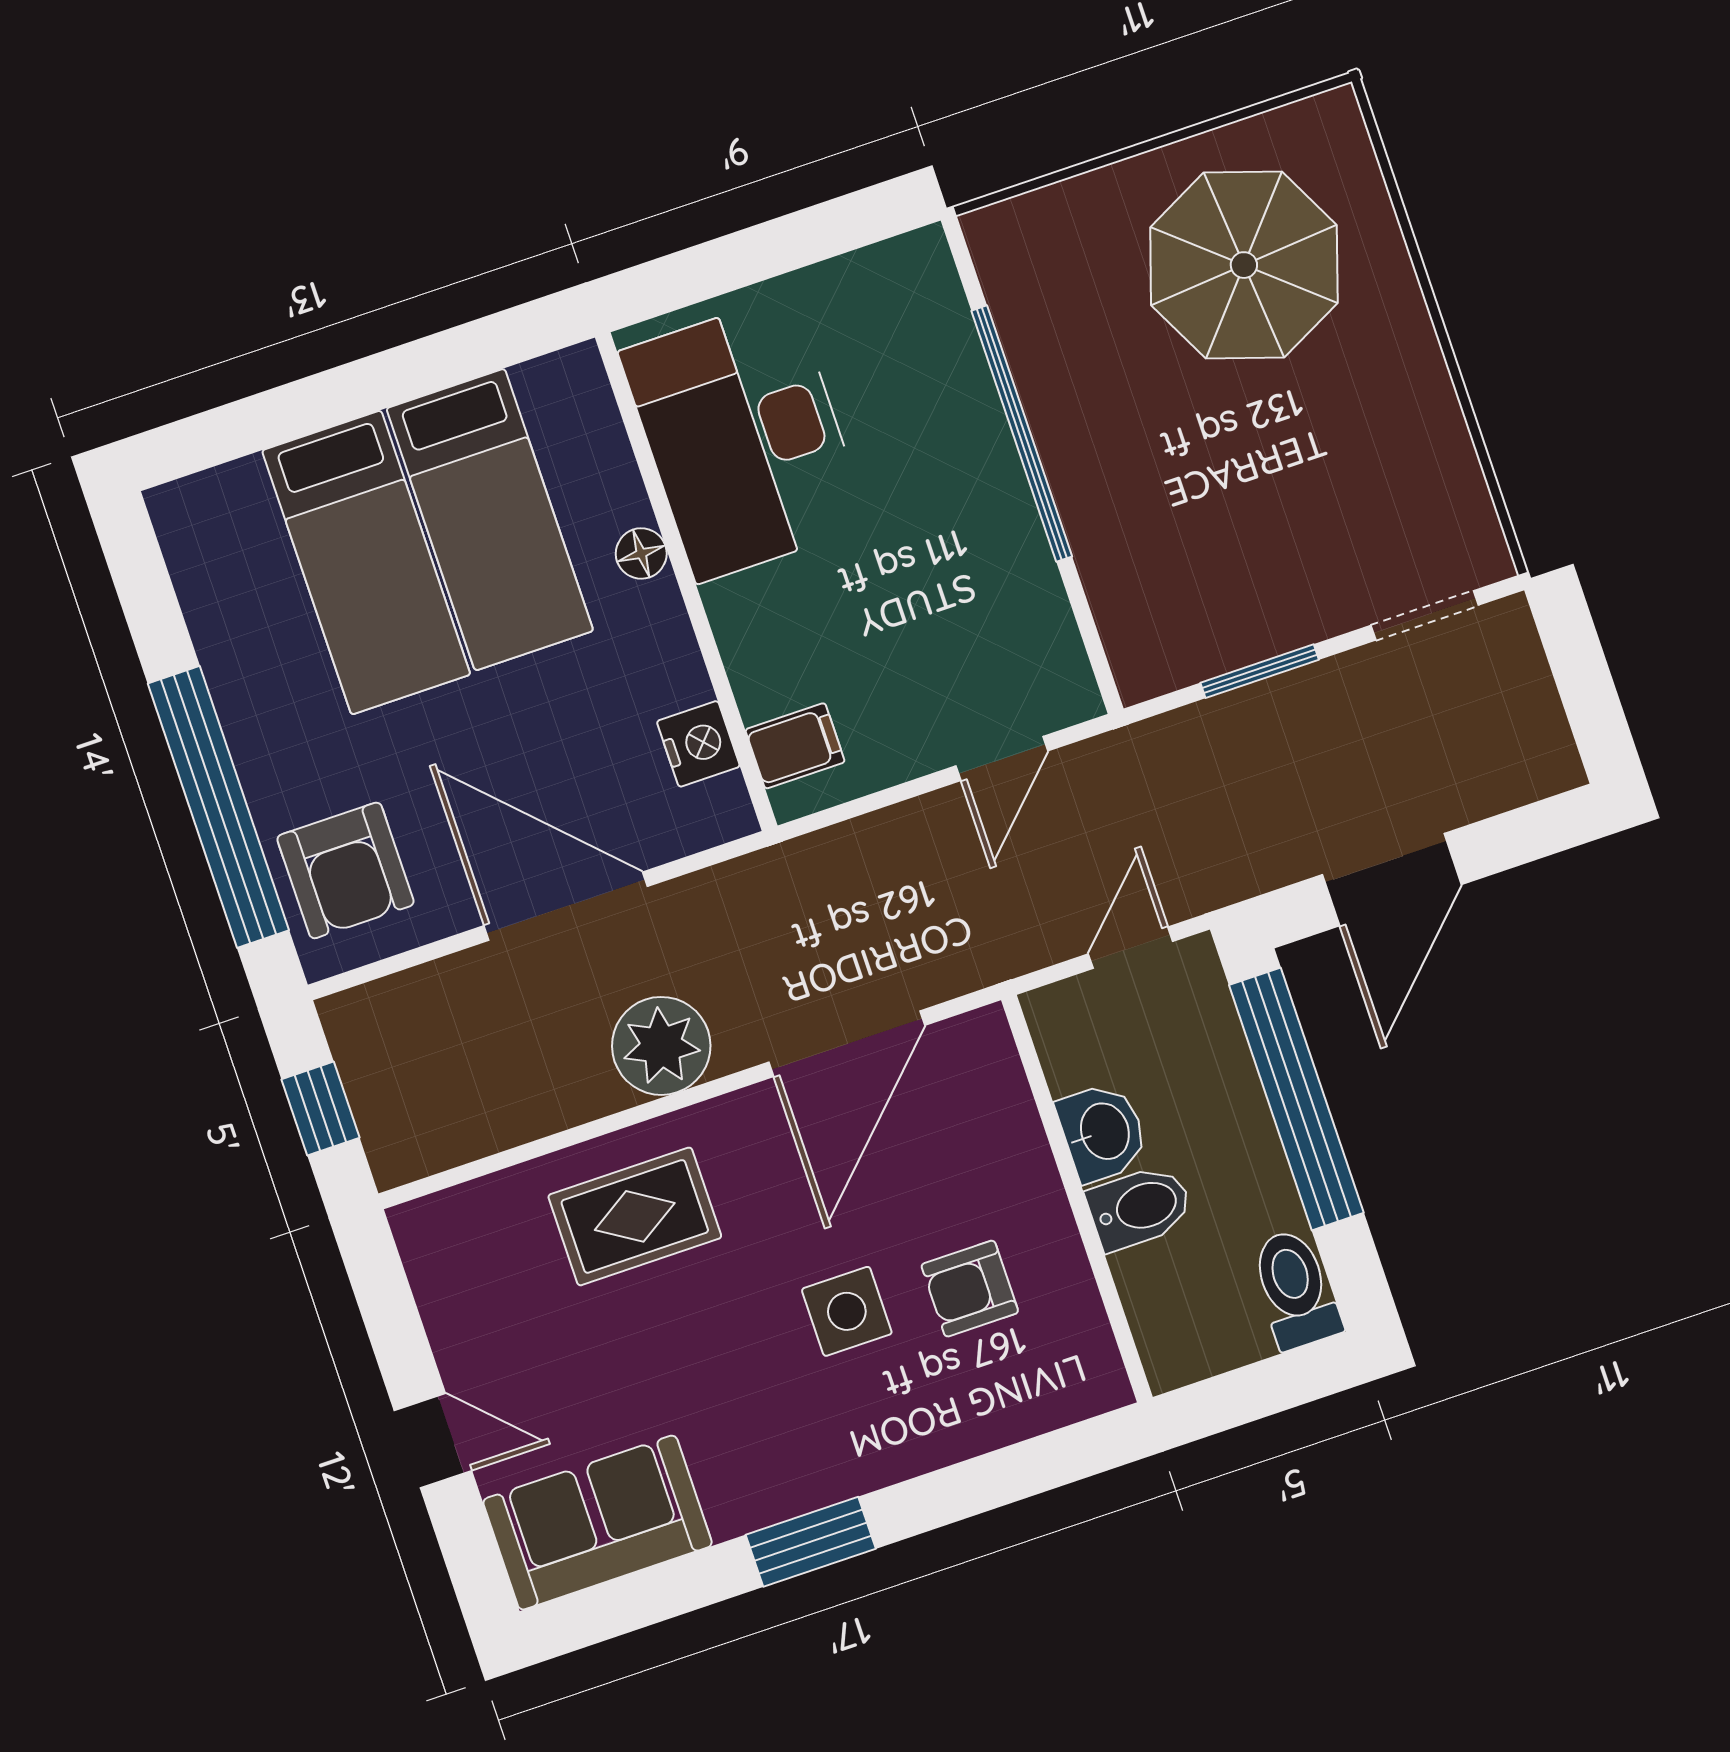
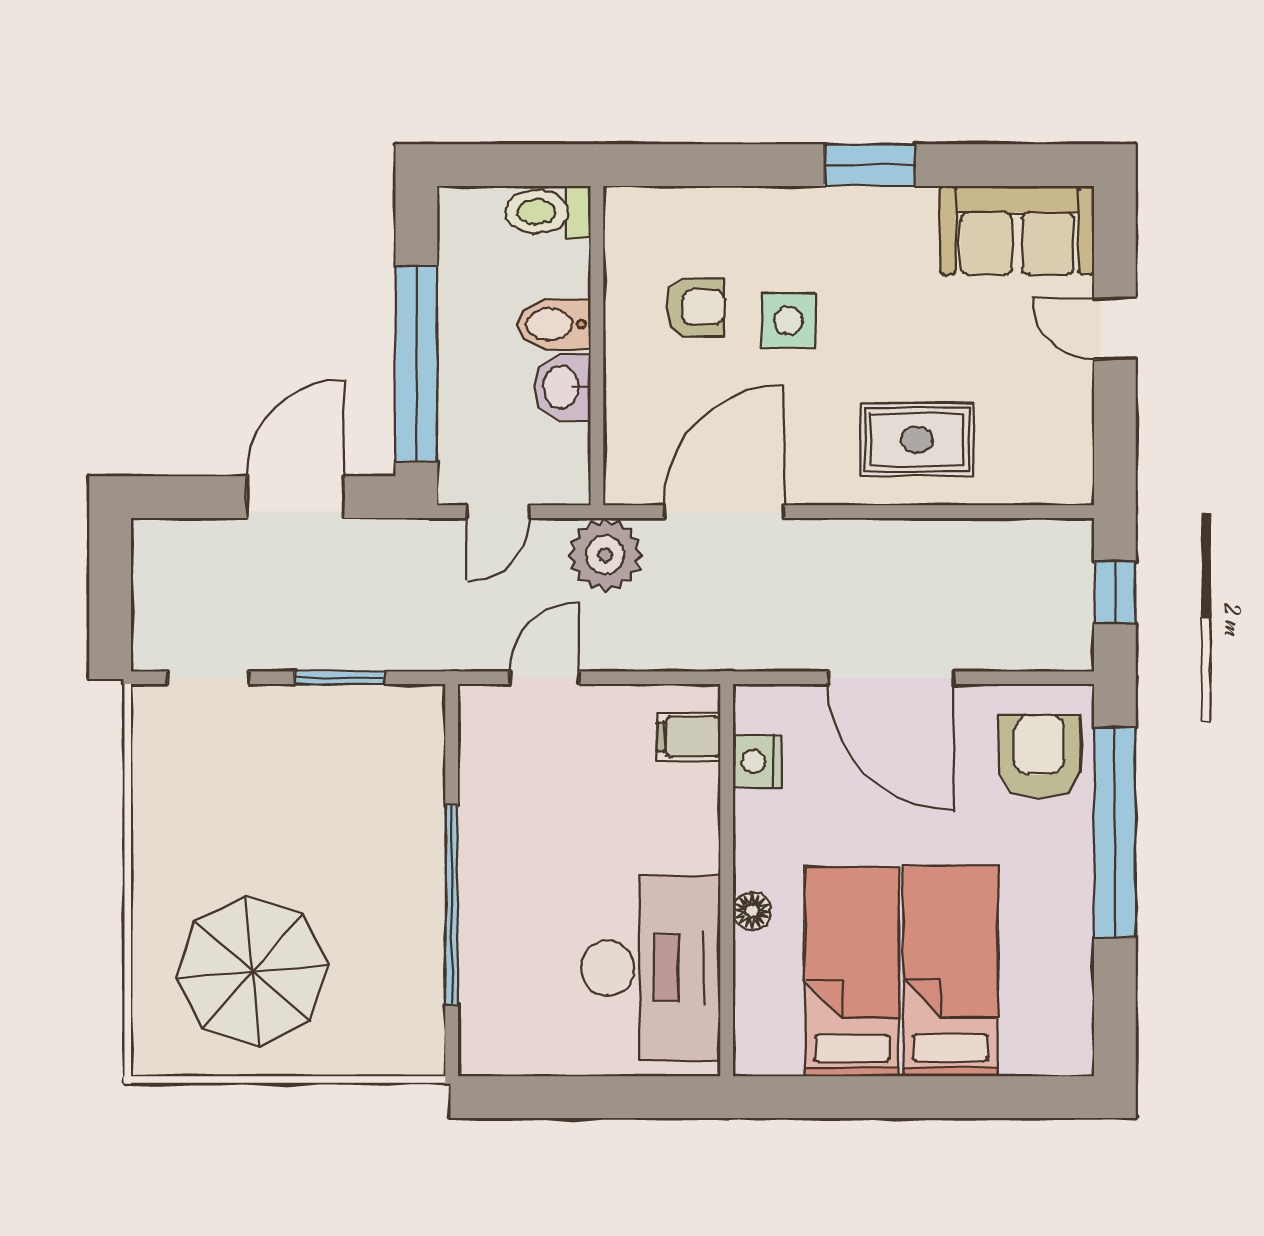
plant: (661, 1046) -> (605, 555), moved
toilet: (1295, 1289) -> (548, 212), moved, turned 90

